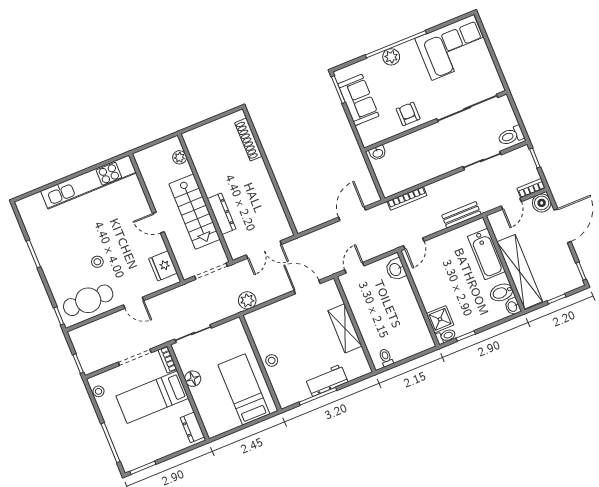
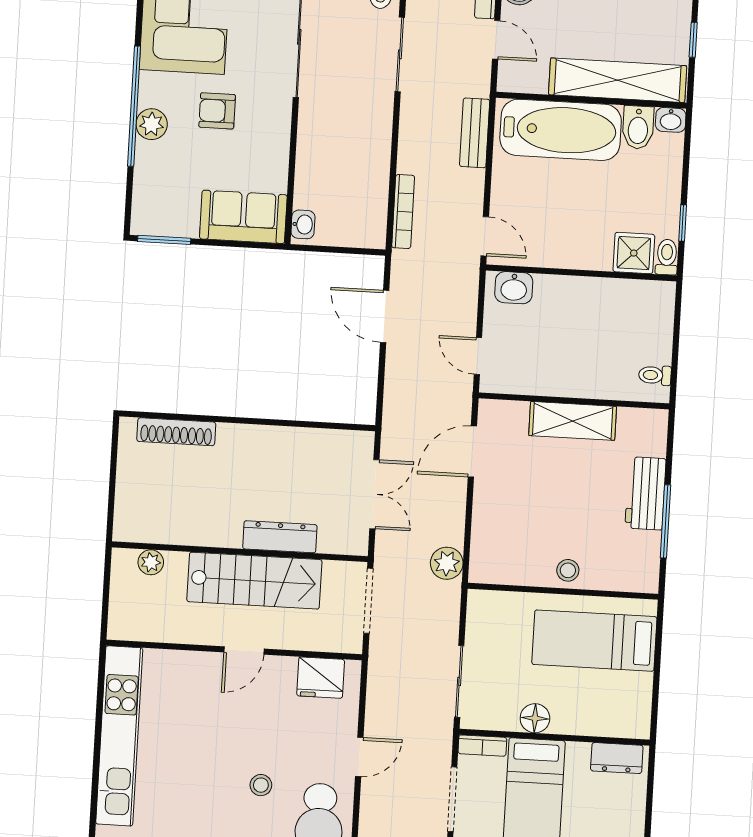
sofa: (358, 100) -> (243, 217), moved
armchair: (408, 114) -> (217, 111), moved
bathtub: (486, 254) -> (561, 130), width x1.36, depth x1.36

